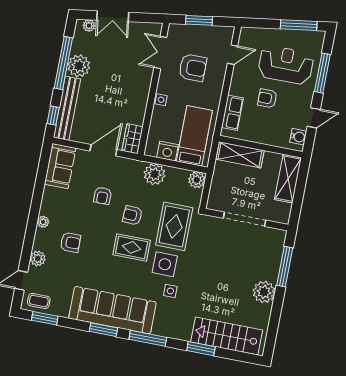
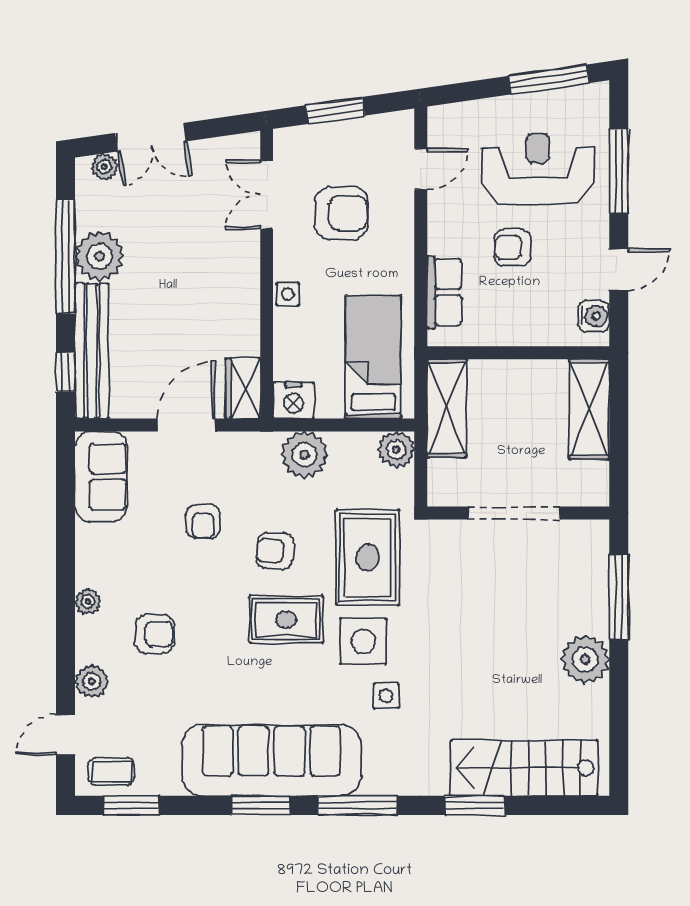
nightstand: (167, 151) -> (293, 400), moved
shelving: (240, 155) -> (447, 408), moved, turned 90

